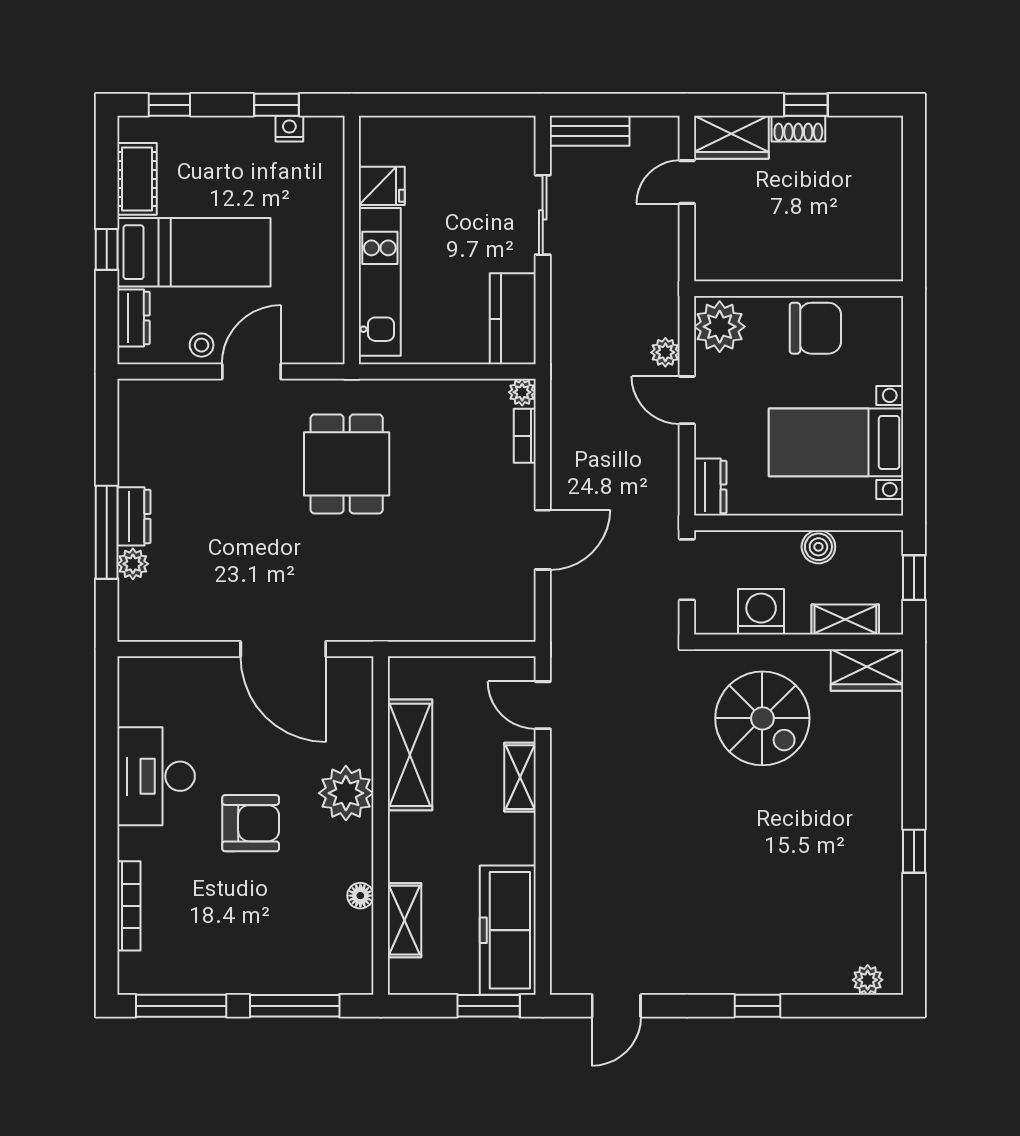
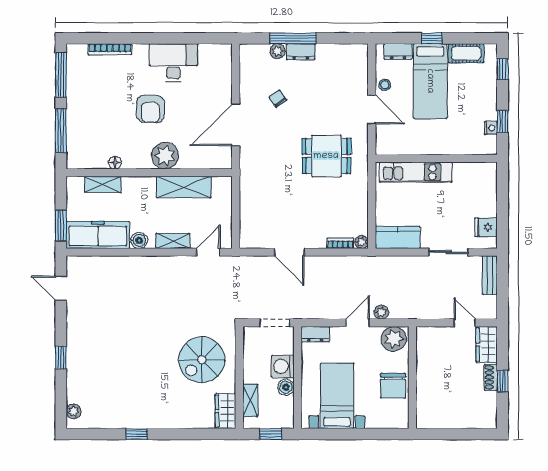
fridge: (382, 186) -> (486, 227), moved, turned 90
chair: (230, 563) -> (278, 99), added
washing machine: (761, 612) -> (283, 366), moved, turned 180
boiler: (519, 846) -> (139, 240), added

